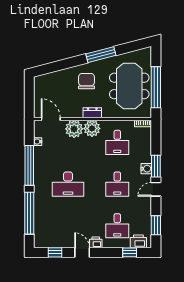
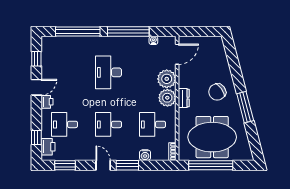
chair: (86, 81) -> (217, 92), turned 145
water cooler: (146, 169) -> (145, 155), moved

